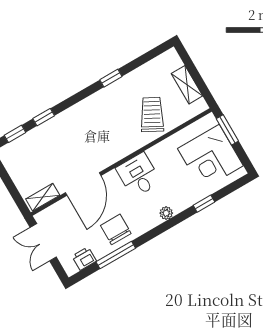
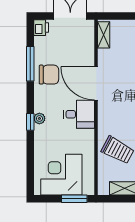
door: (83, 184) -> (96, 83), moved
window: (204, 204) -> (30, 122), moved
printer: (84, 259) -> (41, 28), moved

